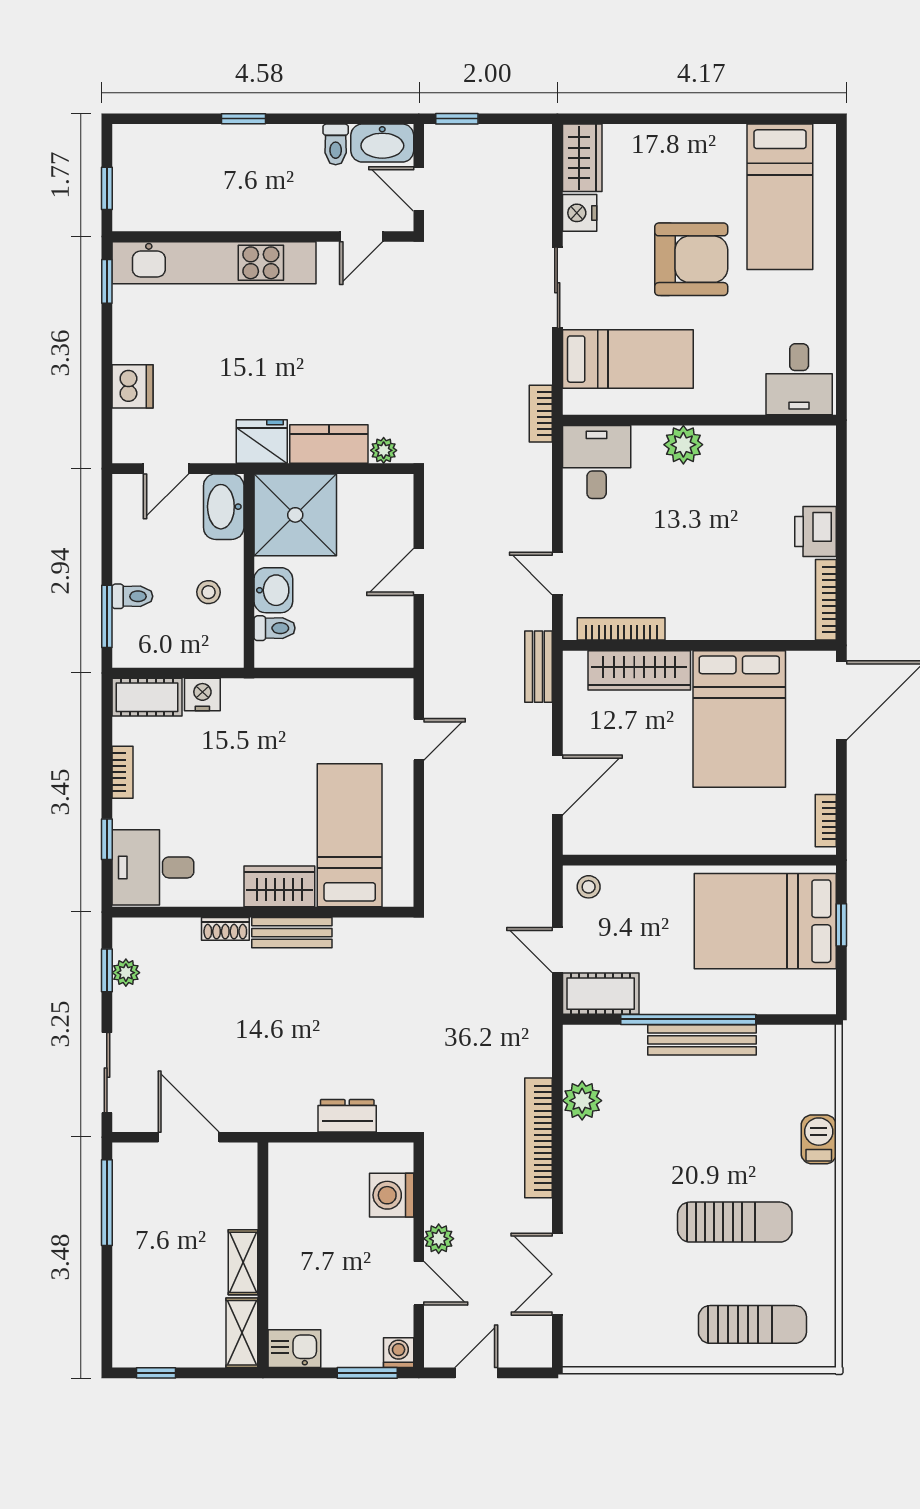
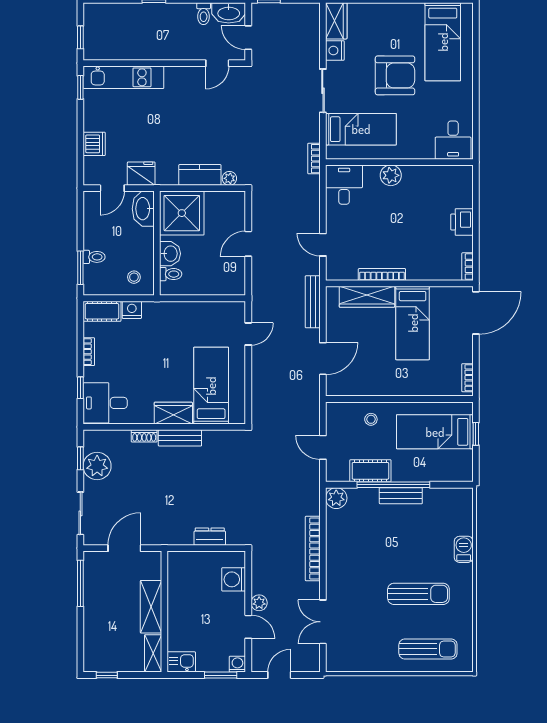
kitchen unit: (214, 263) -> (123, 77), width x0.73
fridge: (262, 442) -> (141, 174), moved
stool: (208, 592) -> (134, 277), moved
bookcase: (826, 600) -> (468, 267), width x0.64
bookcase: (621, 629) -> (382, 274), moved
bench: (538, 667) -> (313, 302), width x1.36
bed: (739, 719) -> (413, 323), width x0.67
stool: (589, 887) -> (371, 419), moved
bed: (765, 921) -> (435, 432), width x0.67
plant: (126, 973) -> (97, 466), width x1.88, depth x1.88
cot: (601, 994) -> (370, 471), moved
bench: (702, 1040) -> (401, 496), width x0.73
plant: (582, 1101) -> (336, 498), moved
door: (189, 1137) -> (124, 548), hinge flipped
shelving: (243, 1262) -> (151, 607), width x1.50, depth x1.33

